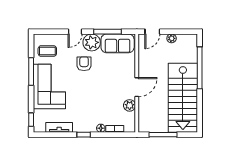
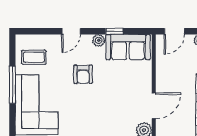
window: (107, 32) -> (114, 31), width x0.46
plant: (92, 42) -> (99, 40), width x0.53, depth x0.53
armchair: (84, 64) -> (83, 74), turned 180

